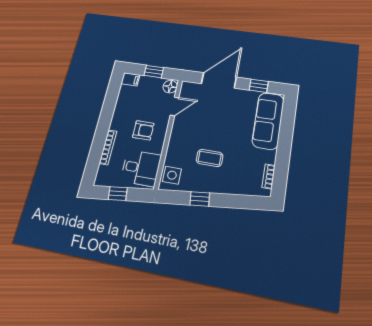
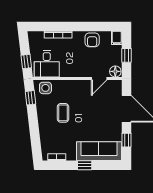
door: (175, 106) -> (99, 78), hinge flipped
armchair: (143, 130) -> (92, 40), moved
window: (285, 142) -> (85, 165), added
window: (118, 194) -> (26, 62), moved
window: (200, 199) -> (30, 98), moved

